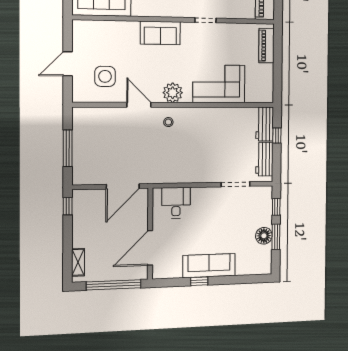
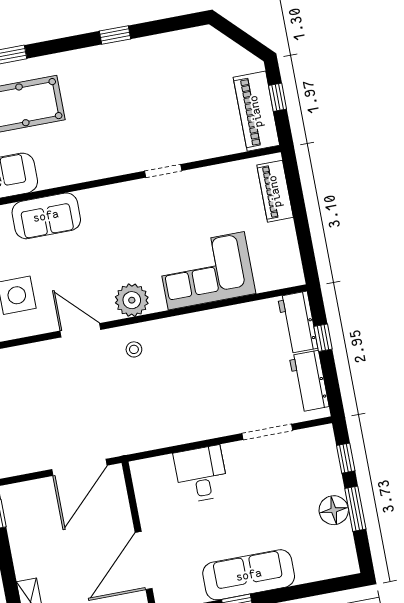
sofa: (160, 33) -> (46, 216), moved
desk: (176, 203) -> (201, 474), moved

